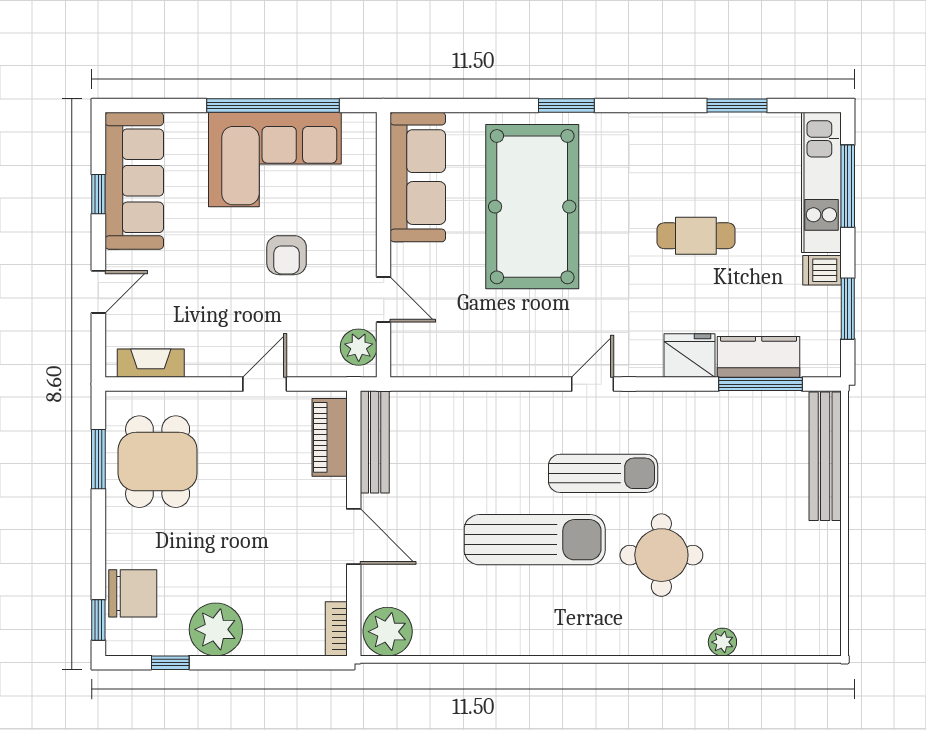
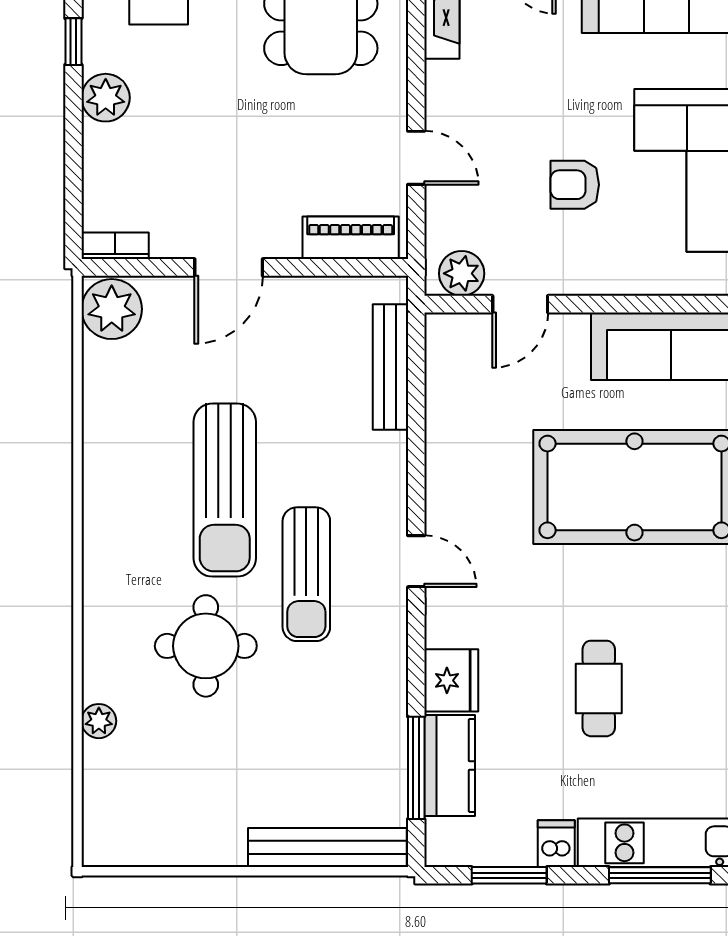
bench: (375, 442) -> (390, 367), moved, turned 90
plant: (216, 629) -> (106, 98), width x0.73, depth x0.73

